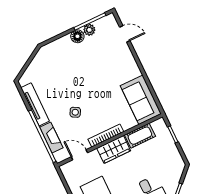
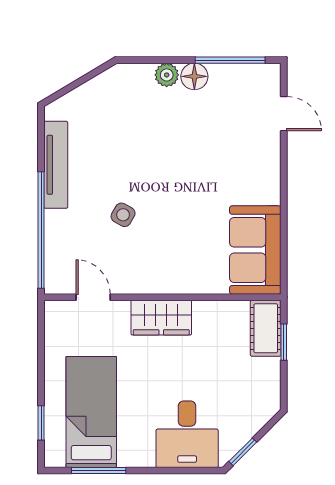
plant: (89, 30) -> (167, 75), moved
bookcase: (106, 136) -> (159, 285), removed
cot: (140, 136) -> (266, 328), moved, turned 90
fireplace: (51, 137) -> (56, 240), removed

